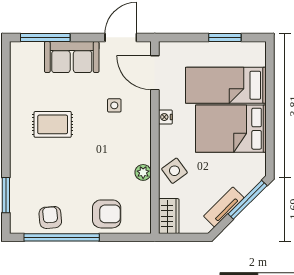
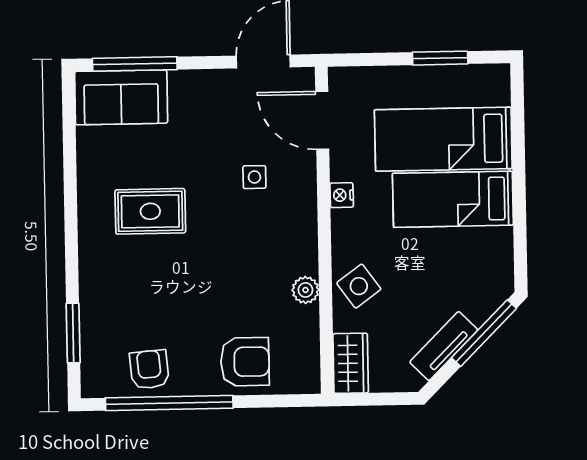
sofa: (72, 57) -> (121, 97), moved
bed: (231, 129) -> (453, 199), width x0.67

